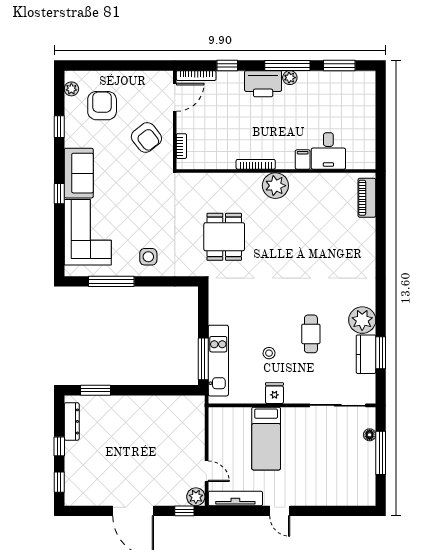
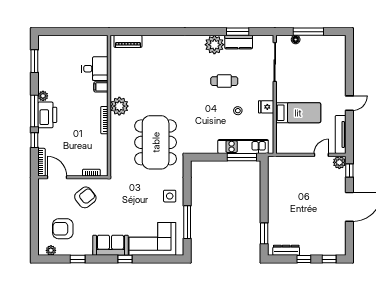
window: (287, 65) -> (34, 111), moved
dining table: (224, 237) -> (156, 142), width x1.88, depth x1.24

